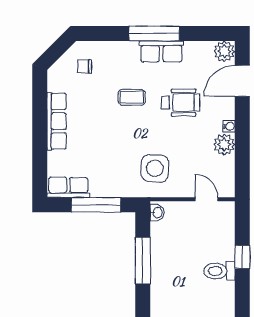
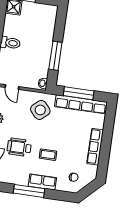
row of seats: (161, 51) -> (42, 182), moved
side table: (155, 168) -> (40, 110), turned 45
row of seats: (68, 187) -> (81, 104), width x2.02

